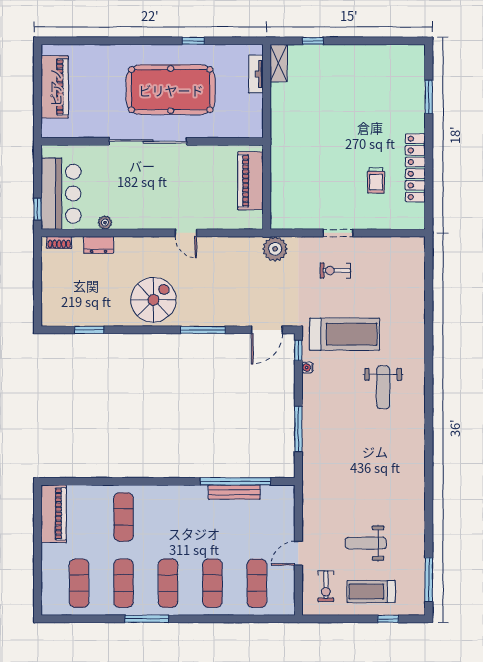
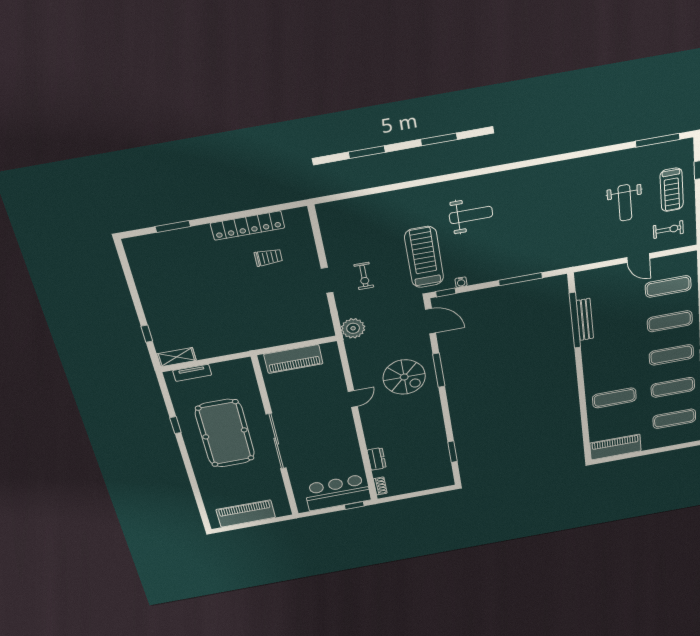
plant: (105, 223) -> (356, 458), removed
spiral stairs: (153, 300) -> (404, 377), moved, turned 180

